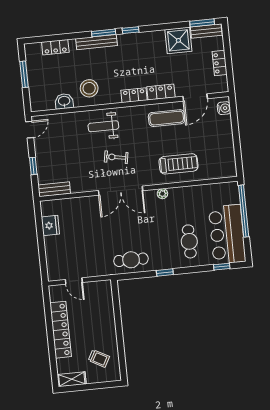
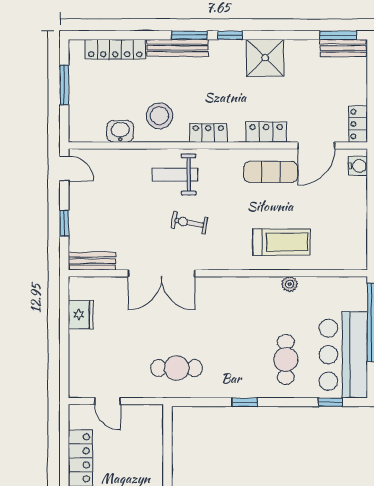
shower: (178, 40) -> (265, 58), moved
locker: (55, 47) -> (115, 49), width x1.53
locker: (220, 63) -> (358, 124), moved
locker: (134, 95) -> (208, 133), moved
door: (30, 130) -> (64, 168), hinge flipped
double door: (121, 191) -> (161, 273), moved
plant: (162, 194) -> (290, 284), moved
cafe table: (131, 260) -> (177, 368), moved

